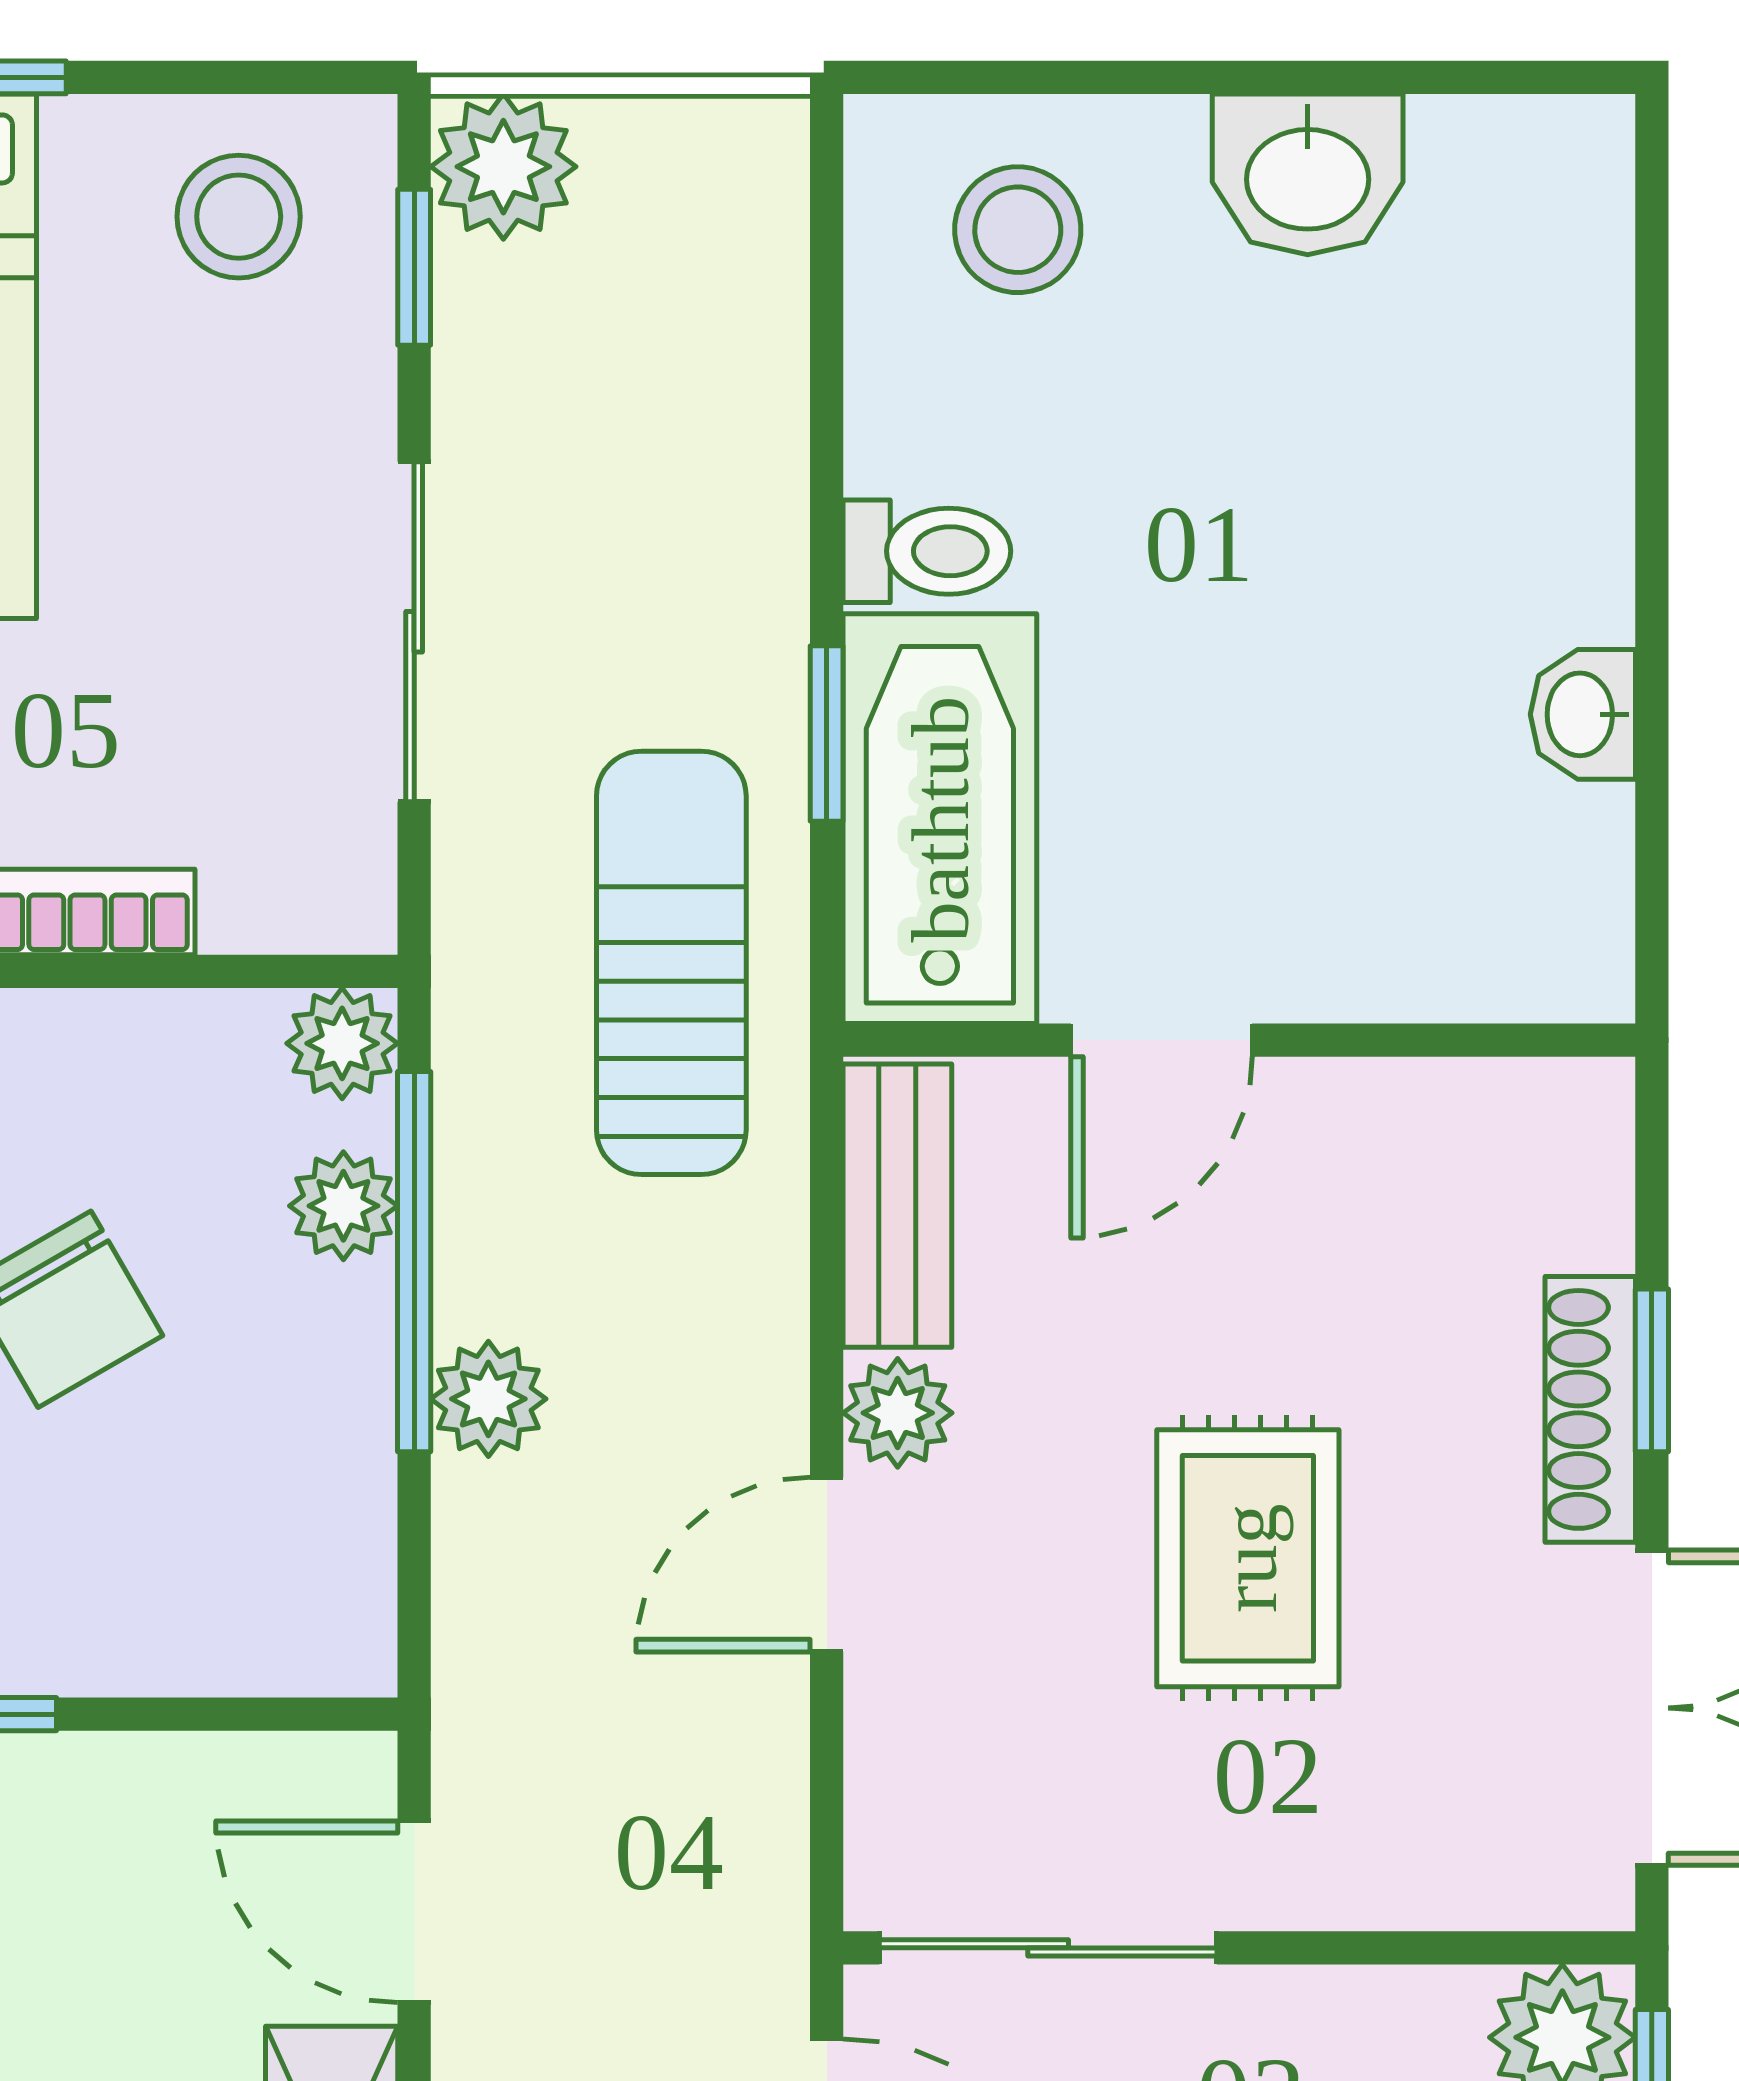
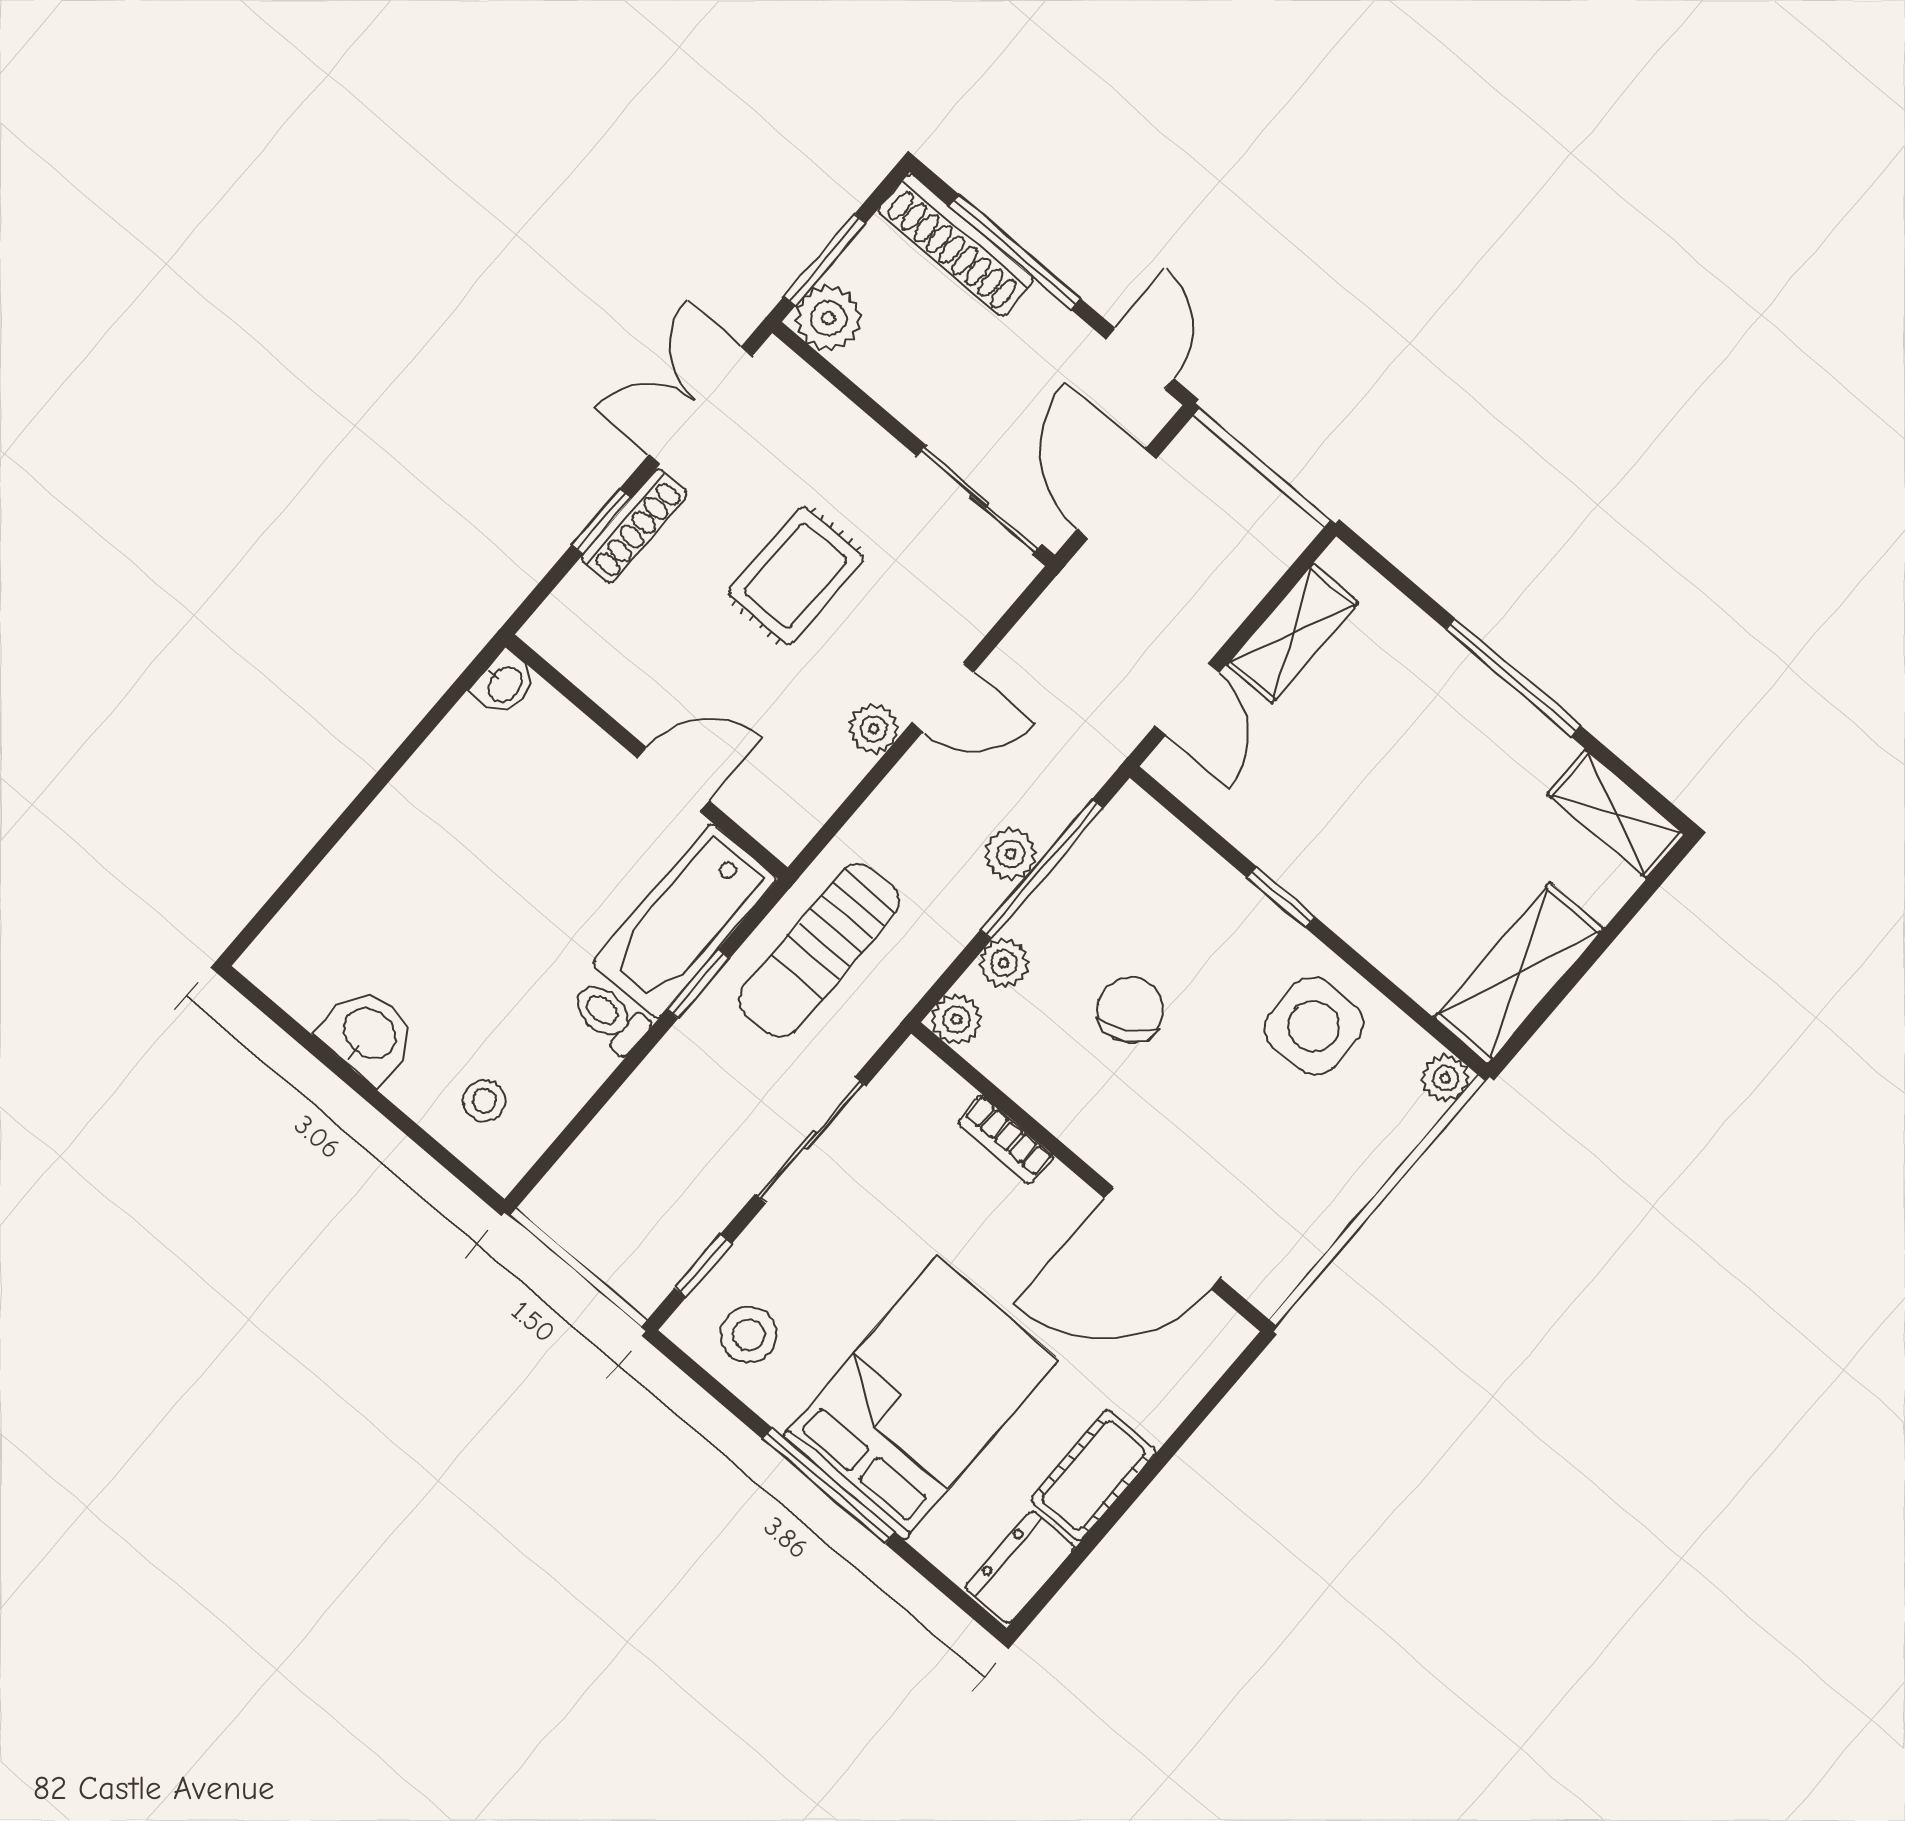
plant: (503, 167) -> (643, 1274), removed
stool: (1018, 230) -> (484, 1101), width x0.73, depth x0.73
washbasin: (1583, 714) -> (504, 684), moved
bench: (897, 1206) -> (813, 800), removed
window: (414, 1262) -> (1042, 869), moved

